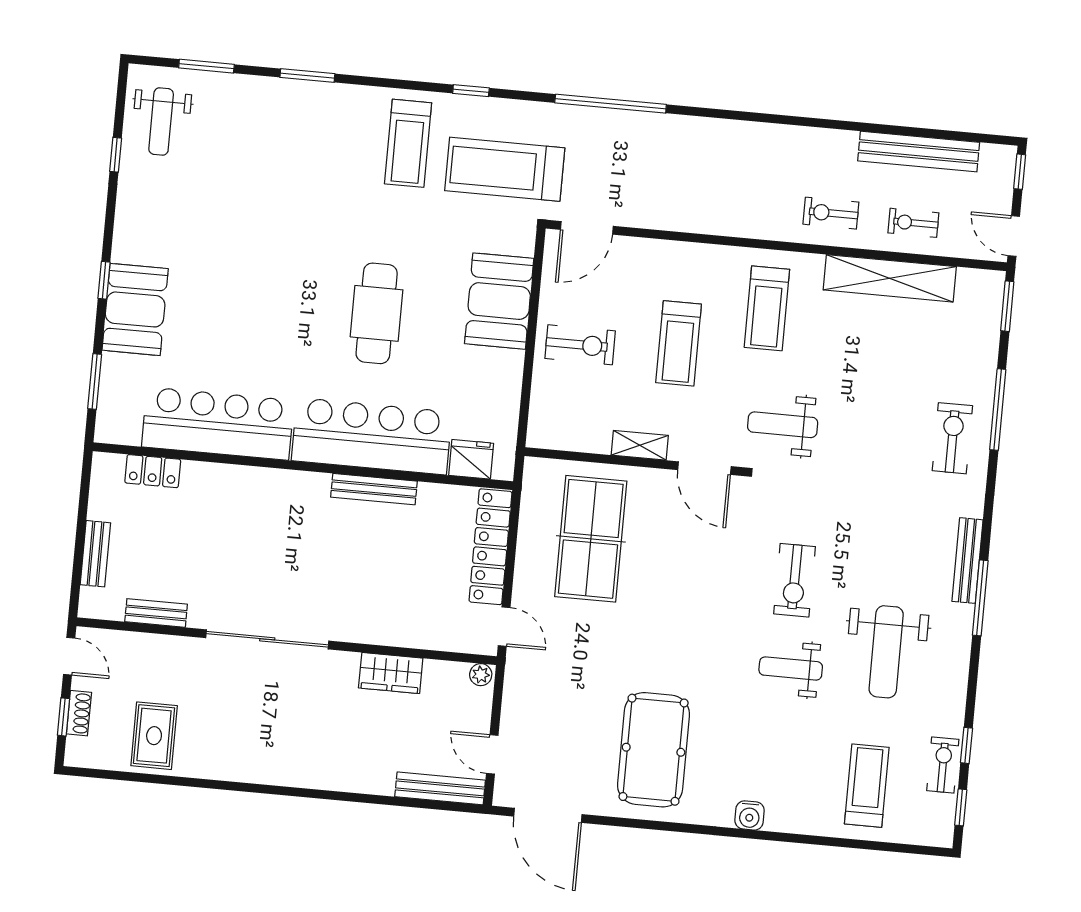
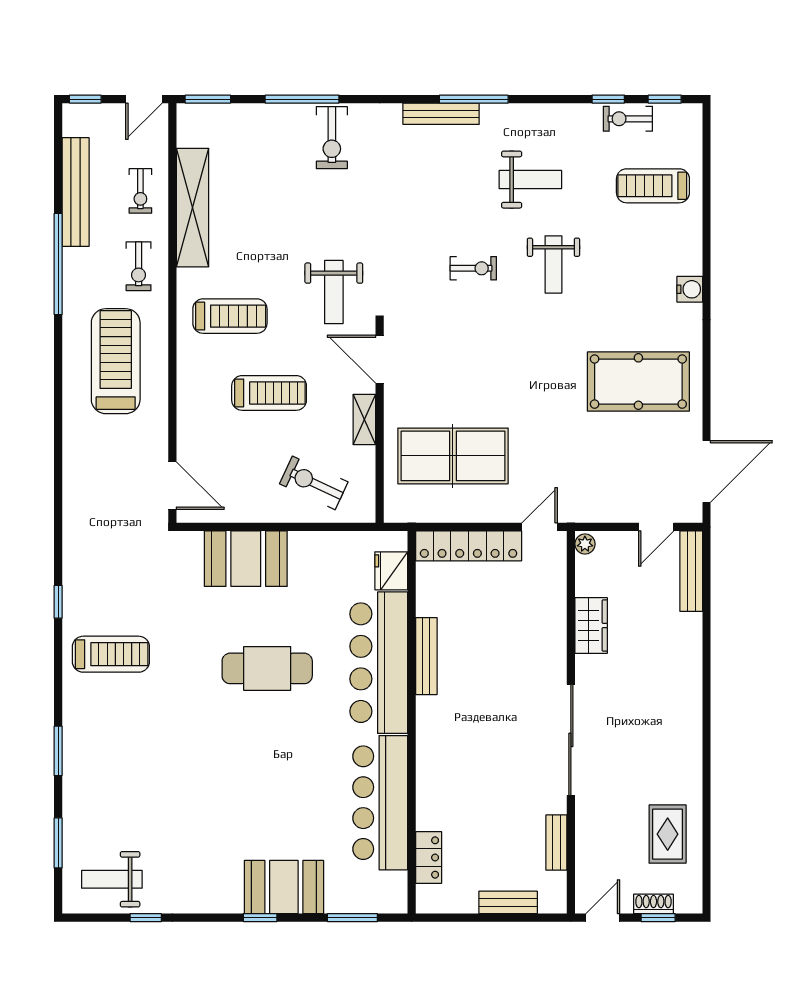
window: (611, 104) -> (58, 264), moved
weight bench: (161, 121) -> (112, 879), turned 180
treadmill: (505, 169) -> (116, 361), moved, turned 180
exercise bike: (580, 345) -> (314, 483), moved, turned -65
exercise bike: (952, 438) -> (332, 138), turned -90
door: (704, 468) -> (380, 359), swing flipped
exercise bike: (795, 580) -> (473, 268), width x0.73, depth x0.72
weight bench: (886, 652) -> (530, 180), width x0.73, depth x0.75
rug: (154, 736) -> (668, 834), turned 90

